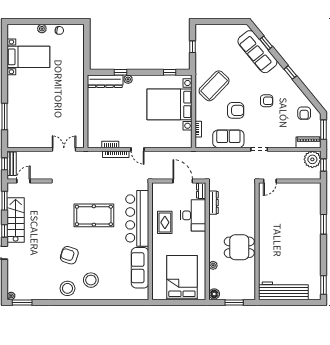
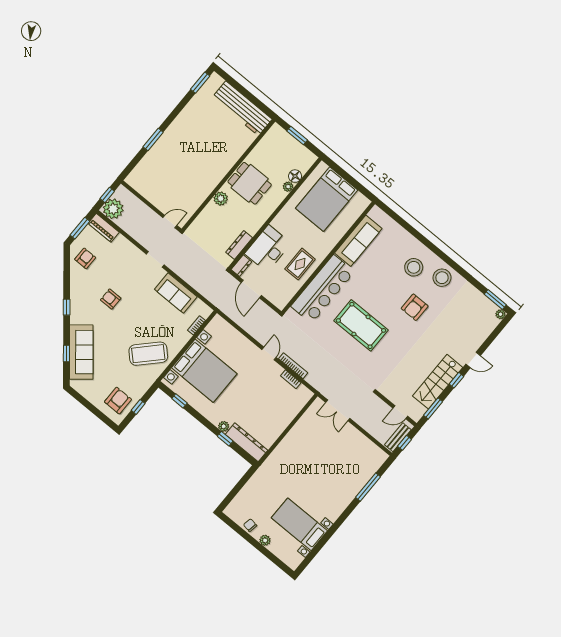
armchair: (236, 110) -> (118, 401), moved, turned 90
plant: (250, 222) -> (221, 199), added
armchair: (69, 255) -> (415, 307), turned 72
floor lamp: (214, 294) -> (295, 176), moved

